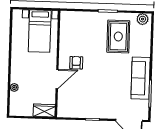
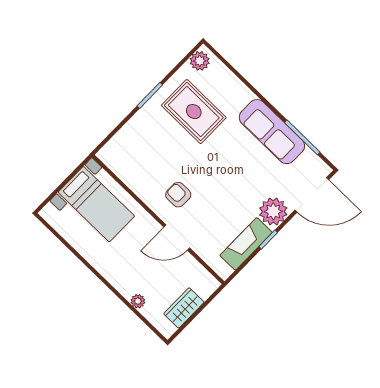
door: (57, 79) -> (177, 238), swing flipped
wardrobe: (44, 110) -> (184, 308), moved
plant: (107, 110) -> (273, 211), added
fireplace: (82, 111) -> (246, 244), added

